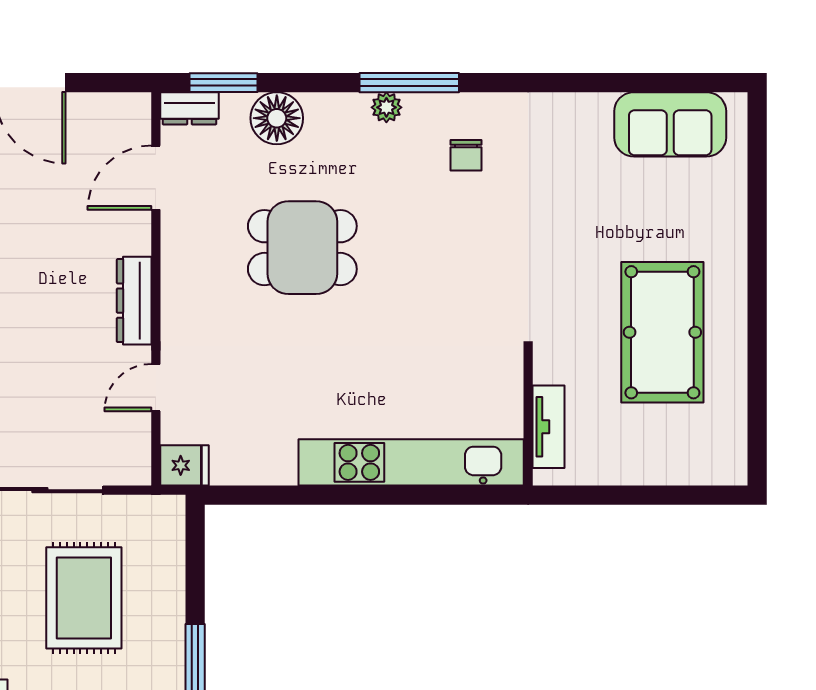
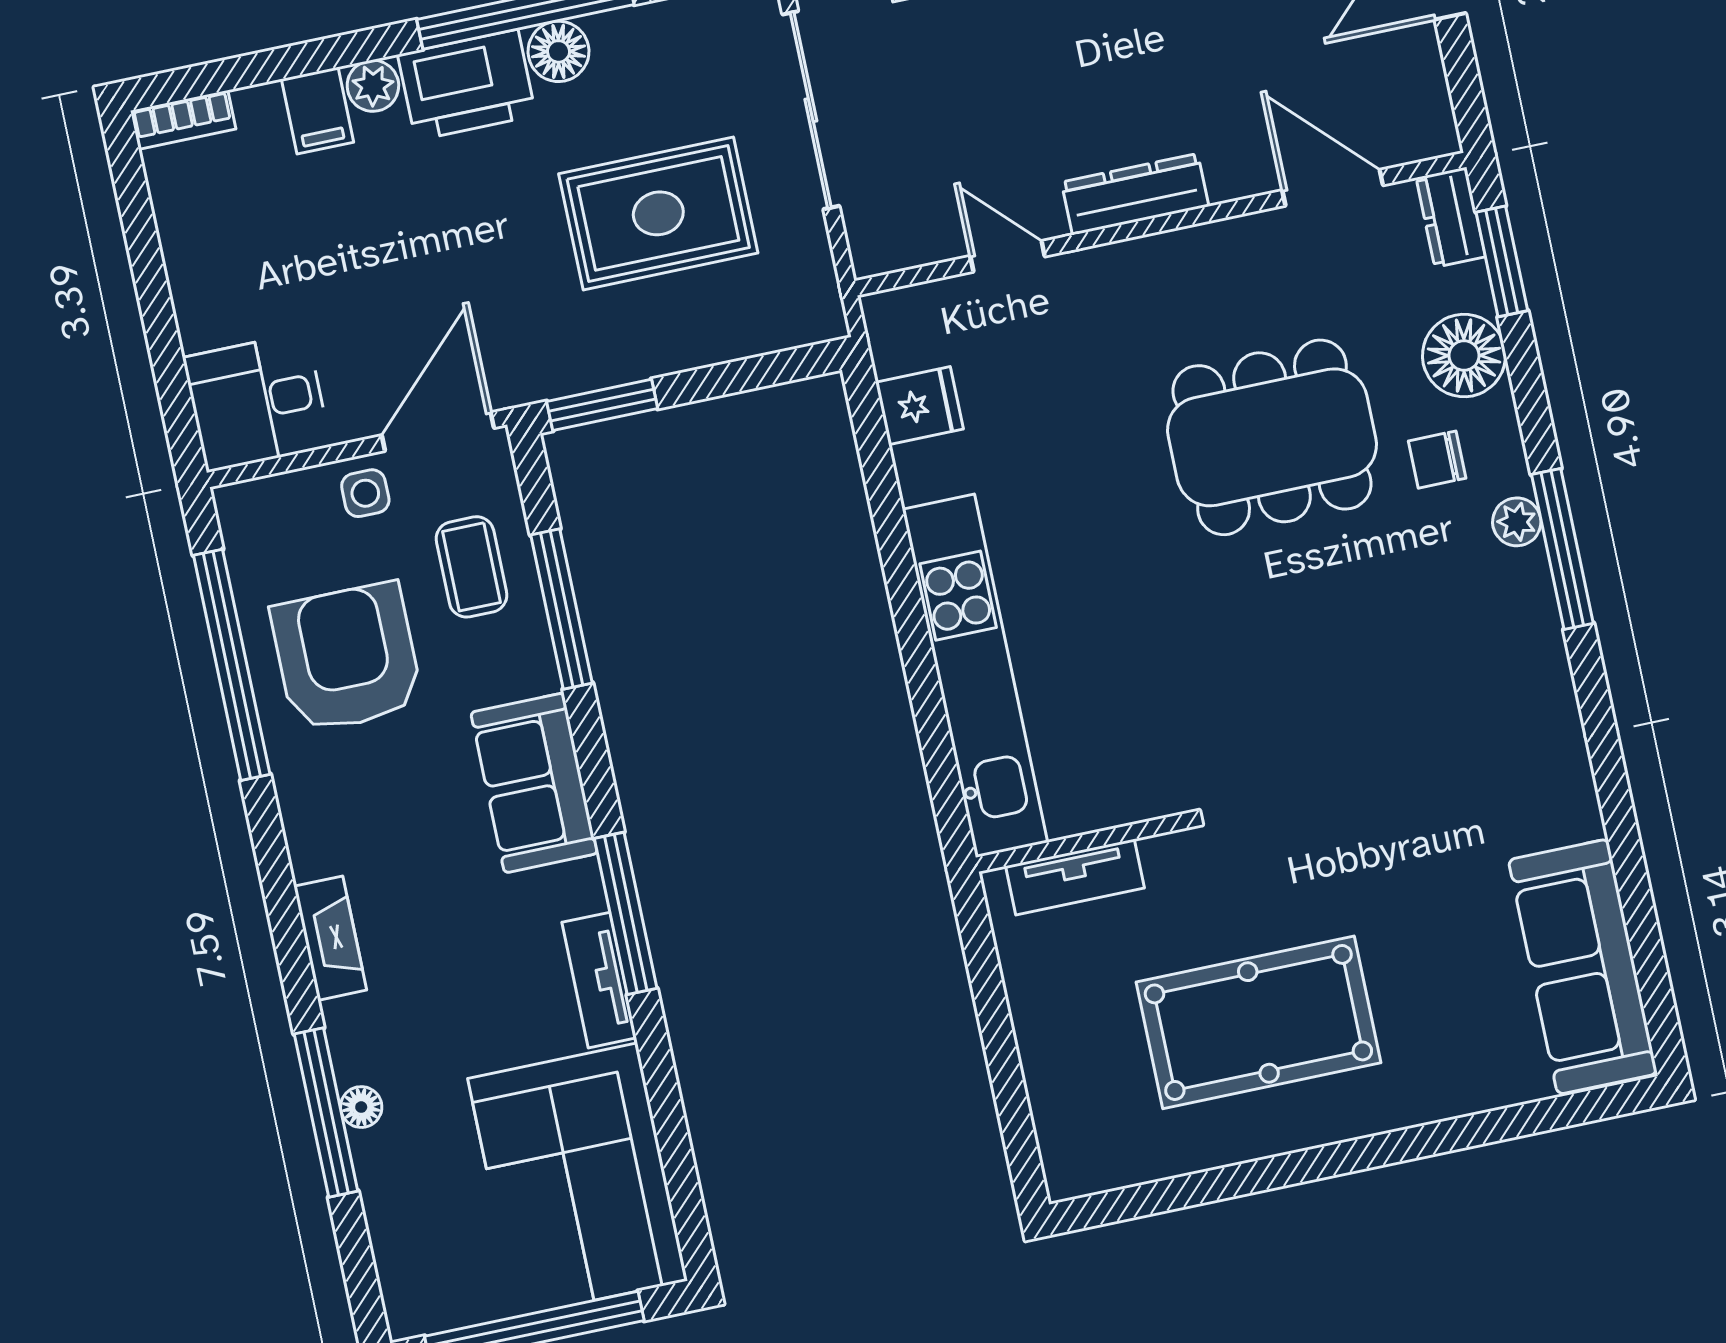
sofa: (670, 124) -> (1583, 967), width x1.36
chair: (466, 155) -> (1437, 460), moved
dining table: (302, 248) -> (1272, 437), width x1.38
fridge: (185, 465) -> (919, 406), moved, turned -90

